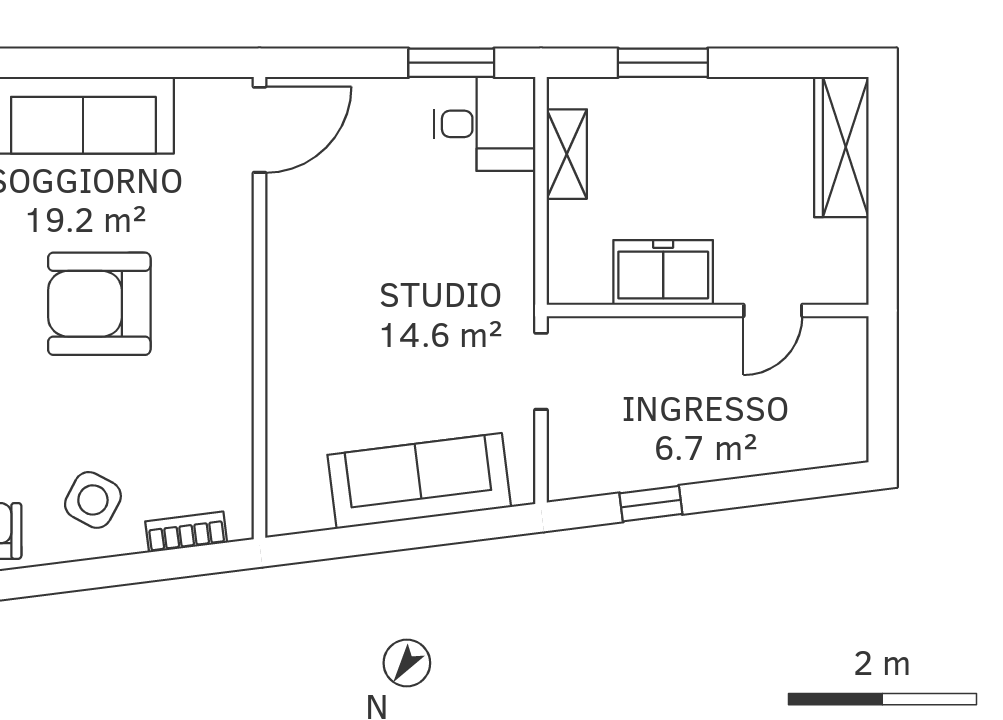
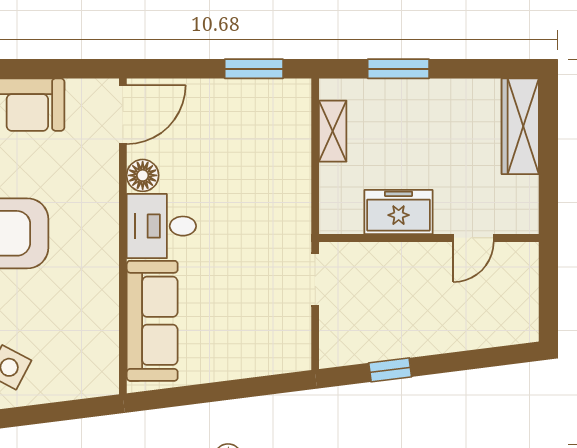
desk: (485, 124) -> (161, 226), moved, turned 180
floor lamp: (288, 219) -> (143, 175), added
sofa: (419, 481) -> (152, 321), moved, turned 97
bookcase: (186, 532) -> (73, 389), removed

